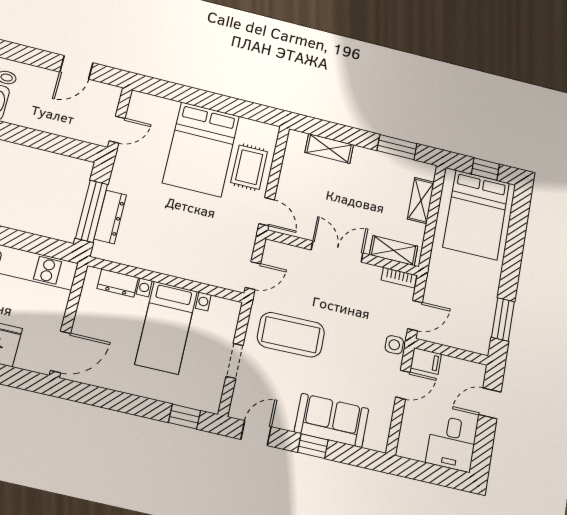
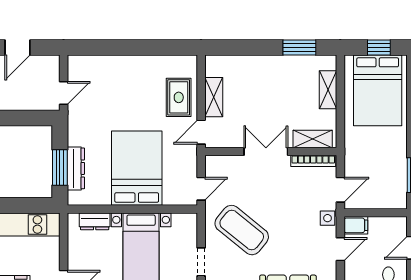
bed: (201, 149) -> (137, 168), moved, turned 180
shelving: (329, 149) -> (214, 97), moved, turned 90
window: (92, 211) -> (60, 167), width x0.69
door: (267, 212) -> (201, 132), swing flipped
bookcase: (399, 278) -> (313, 161), width x1.56
coffee table: (291, 335) -> (242, 230), turned 40

